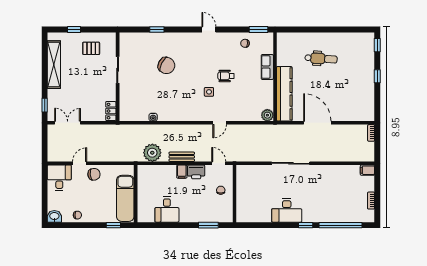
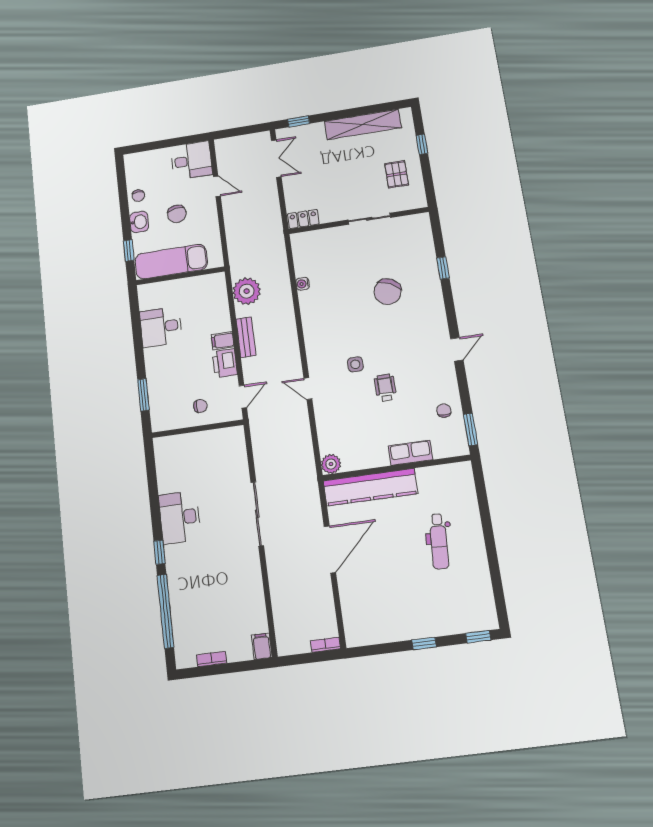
chair: (94, 174) -> (177, 214), moved
washbasin: (54, 216) -> (139, 222), moved

